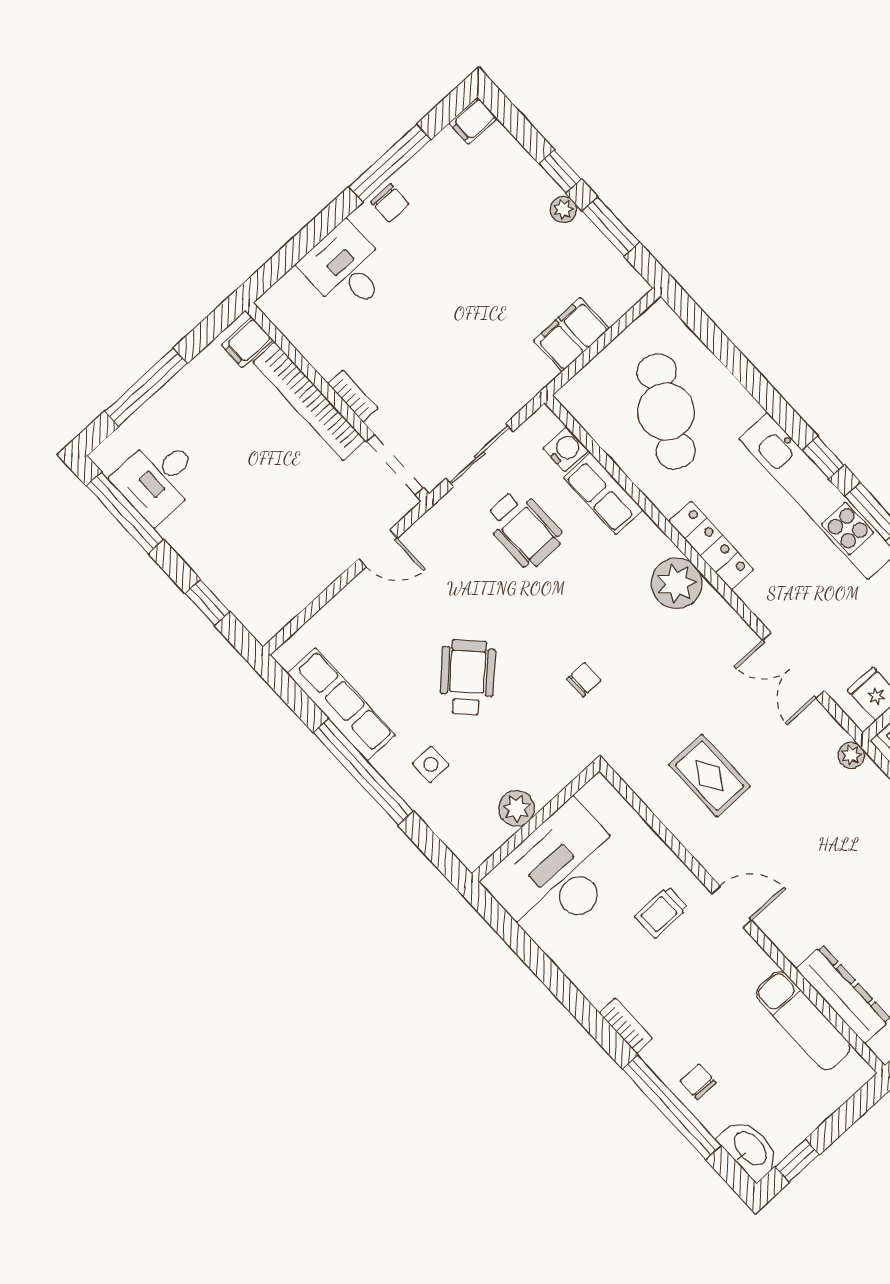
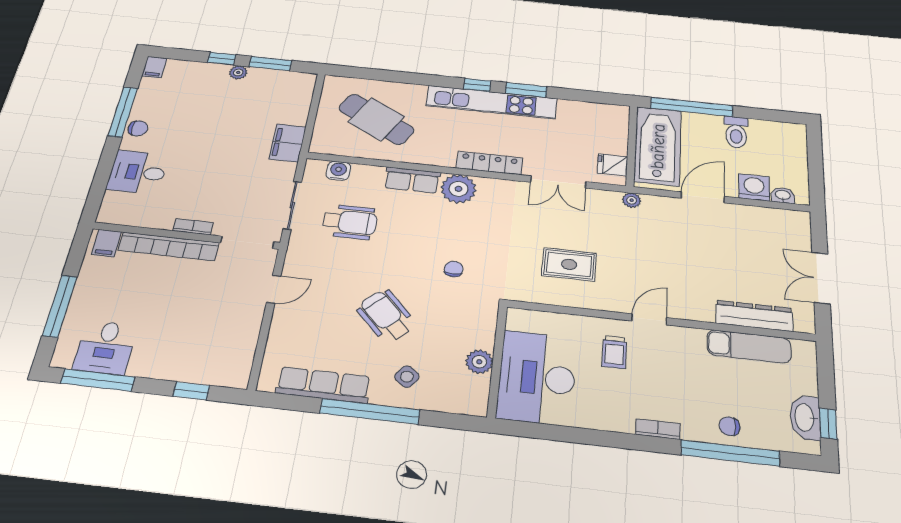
filing cabinet: (571, 334) -> (288, 143), moved
row of seats: (603, 494) -> (412, 180), moved
locker: (711, 546) -> (489, 163), moved
side table: (431, 764) -> (407, 377), turned 37
washbasin: (750, 1149) -> (805, 417), moved, turned -90

